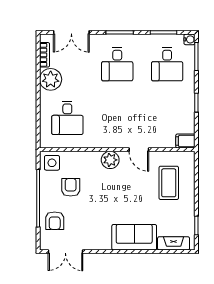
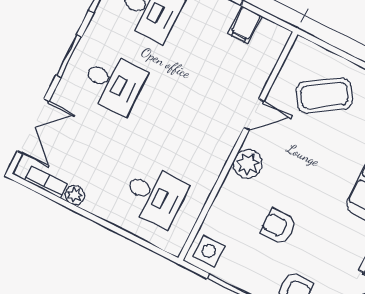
plant: (51, 79) -> (75, 195), width x0.53, depth x0.53
filing cabinet: (185, 141) -> (245, 25), moved
coffee table: (169, 183) -> (324, 96), turned -33
armchair: (71, 187) -> (279, 227), moved

